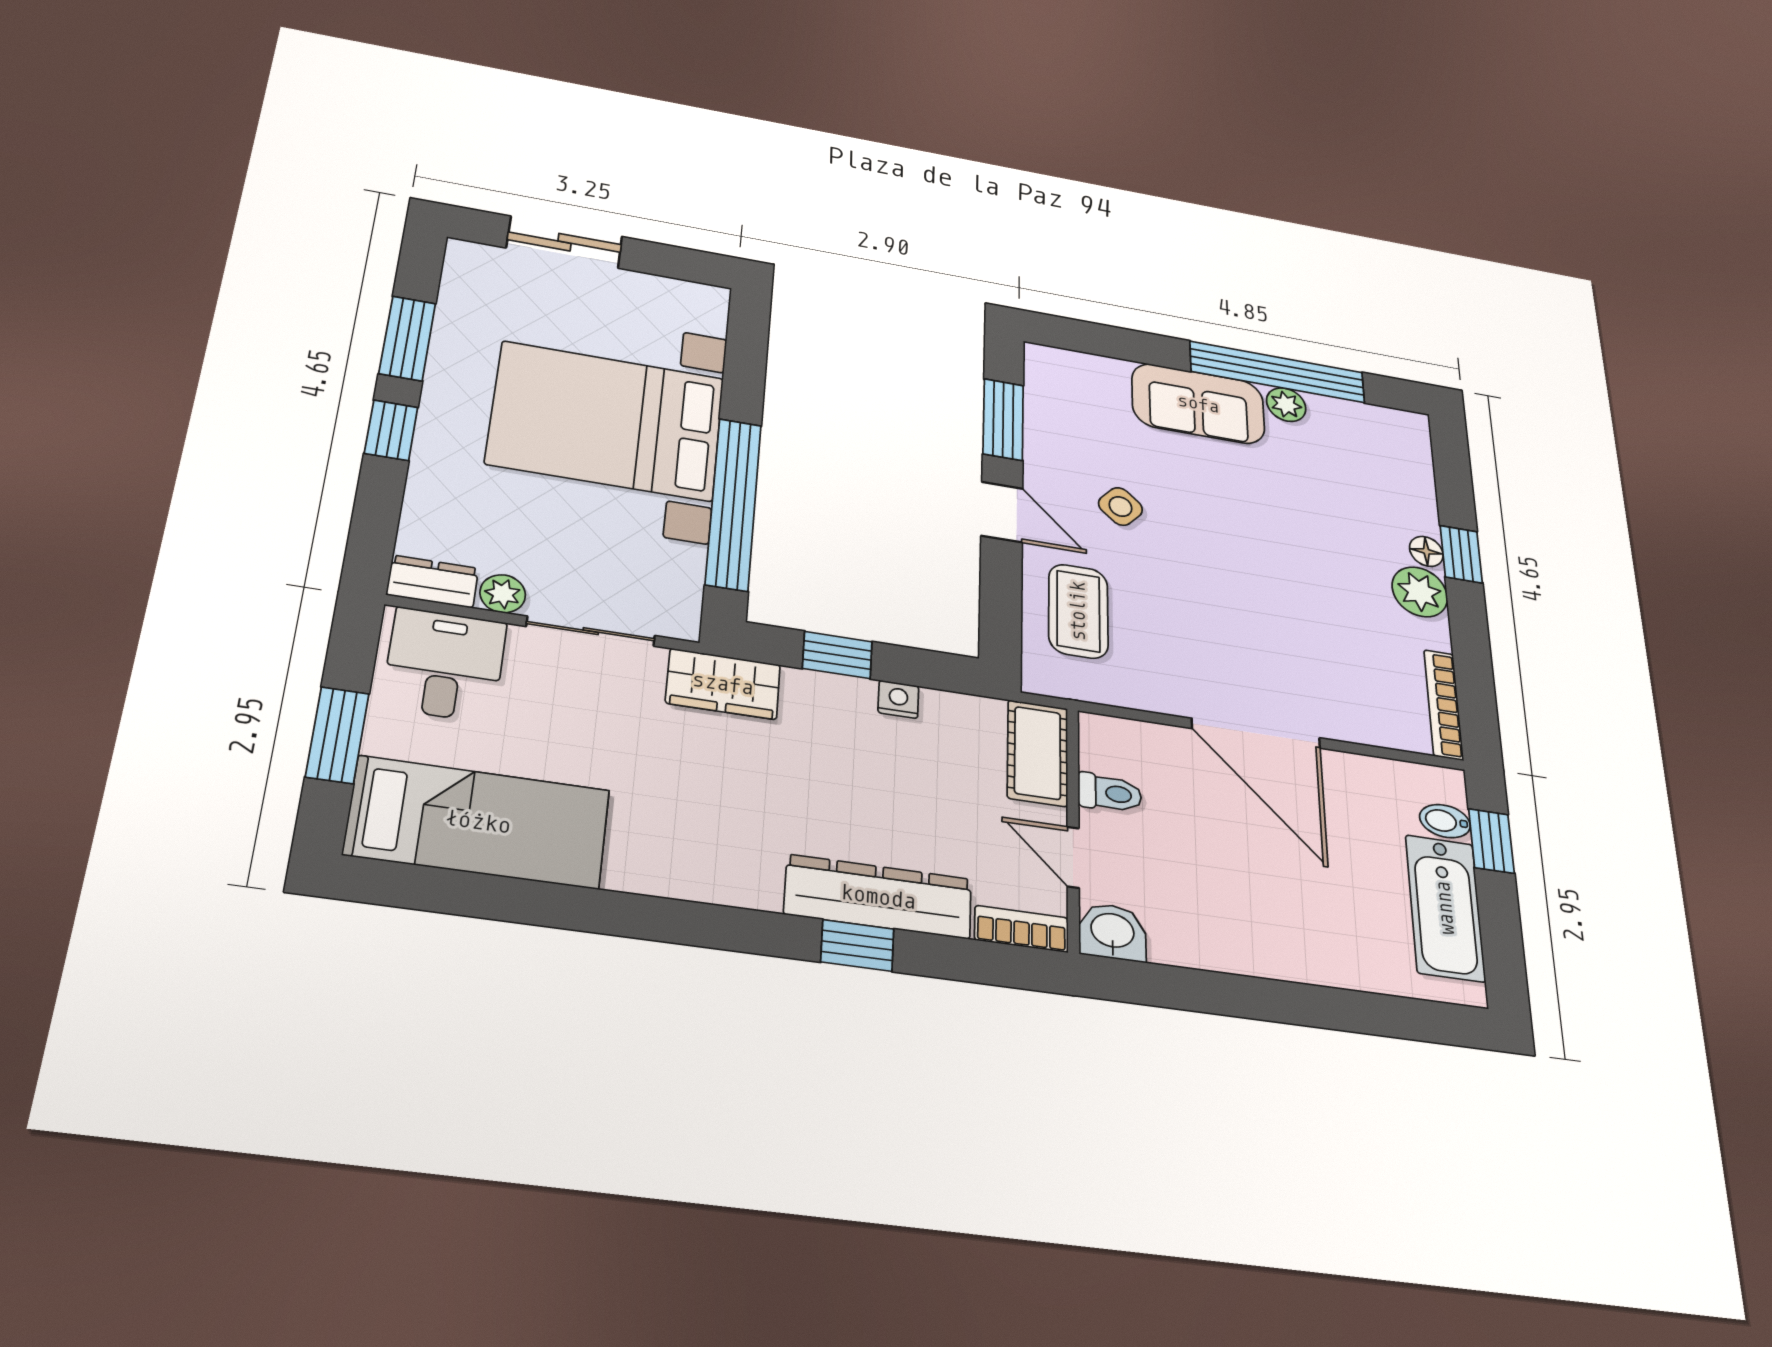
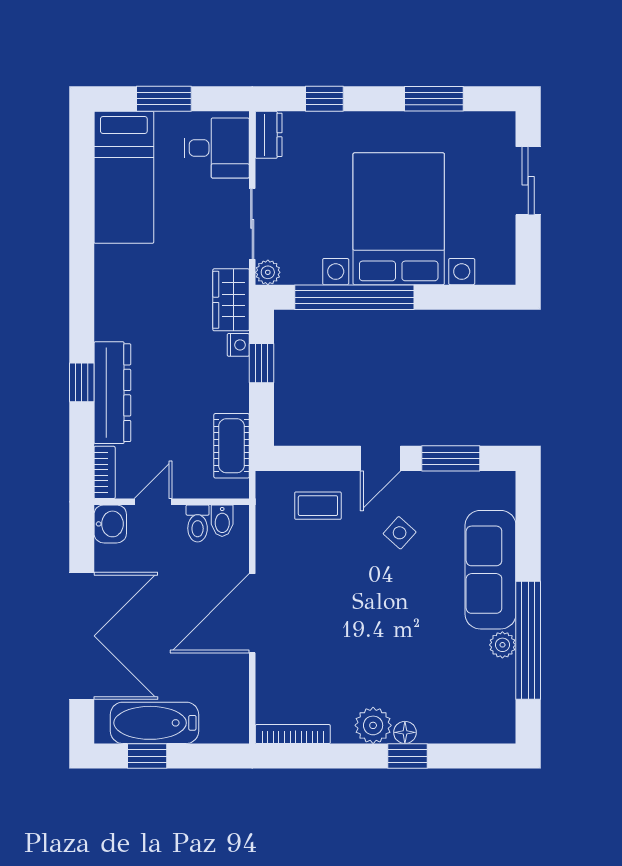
sofa: (1198, 404) -> (490, 570), width x1.36
window: (391, 430) -> (324, 99), moved
plant: (503, 594) -> (268, 272), moved
coffee table: (1078, 611) -> (318, 506), width x0.73, depth x0.77
nightstand: (898, 699) -> (238, 345), moved
cot: (1038, 753) -> (232, 446), moved, turned 90
bidet: (1445, 821) -> (222, 521), moved, turned 180
window: (1491, 841) -> (147, 756), moved
double door: (1308, 1005) -> (82, 636), added

